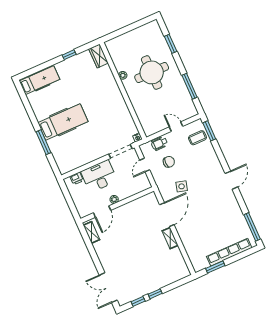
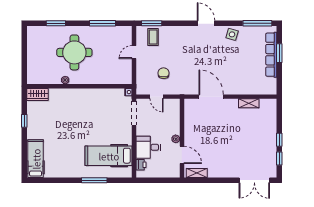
hospital bed: (63, 122) -> (109, 156), moved, turned -90
wheelchair: (159, 143) -> (143, 74), removed
desk: (99, 176) -> (148, 147), width x0.73
side table: (182, 186) -> (232, 34), moved
shelving: (170, 238) -> (249, 103), moved
window: (215, 267) -> (279, 53), moved

